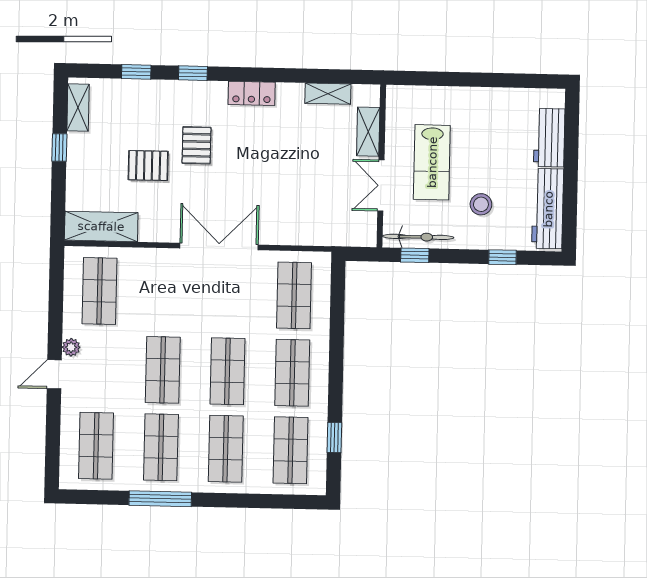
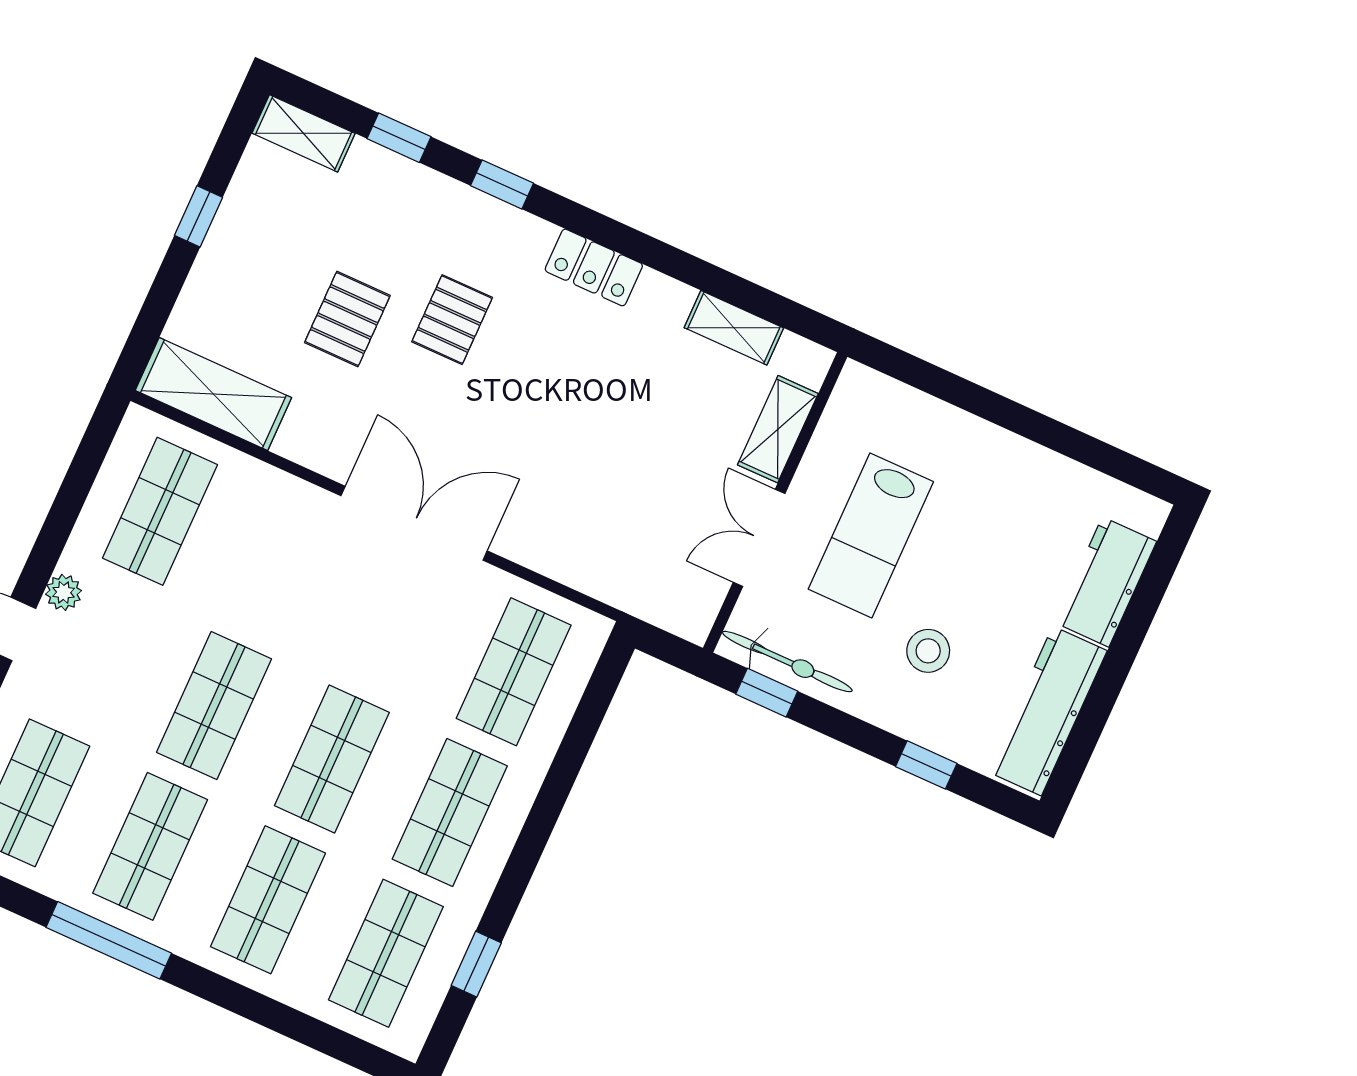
shelving: (78, 108) -> (304, 133), moved, turned 90
pallet: (148, 166) -> (347, 319), turned 90

